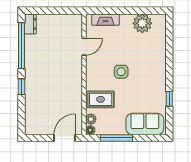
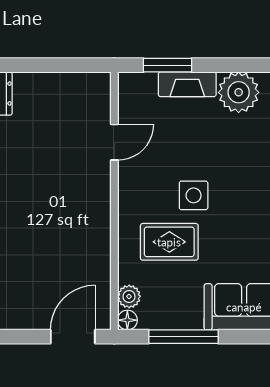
window: (109, 11) -> (168, 65), added
fireplace: (105, 20) -> (187, 84), moved
rug: (101, 99) -> (169, 242), moved

